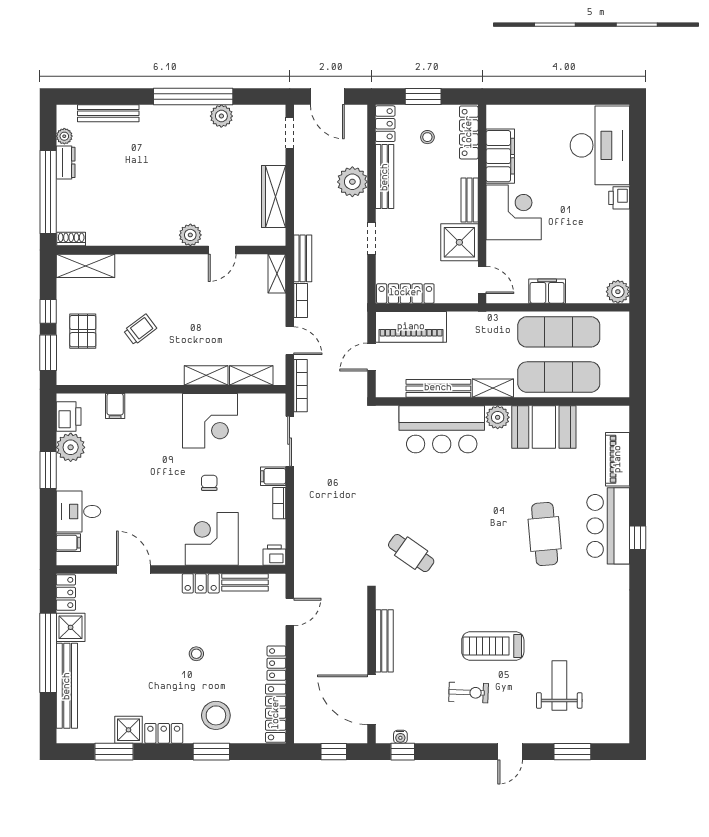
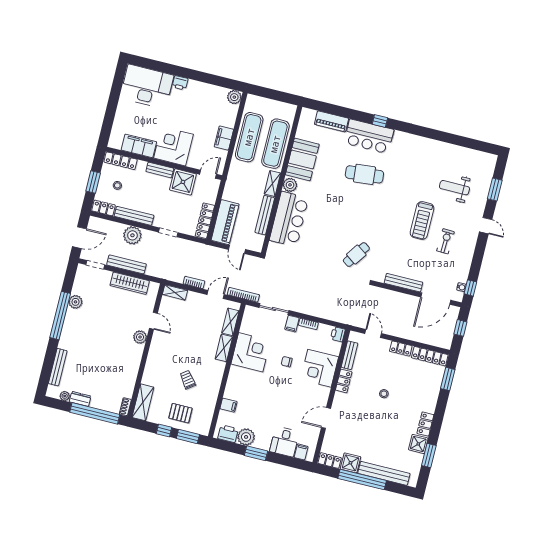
bench: (303, 258) -> (126, 264), moved, width x1.36
stool: (216, 715) -> (422, 391), removed
window: (211, 752) -> (448, 379), moved

